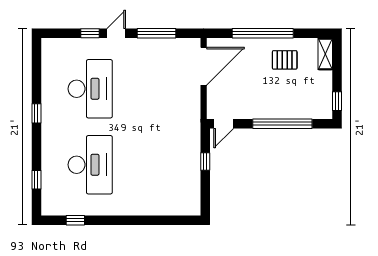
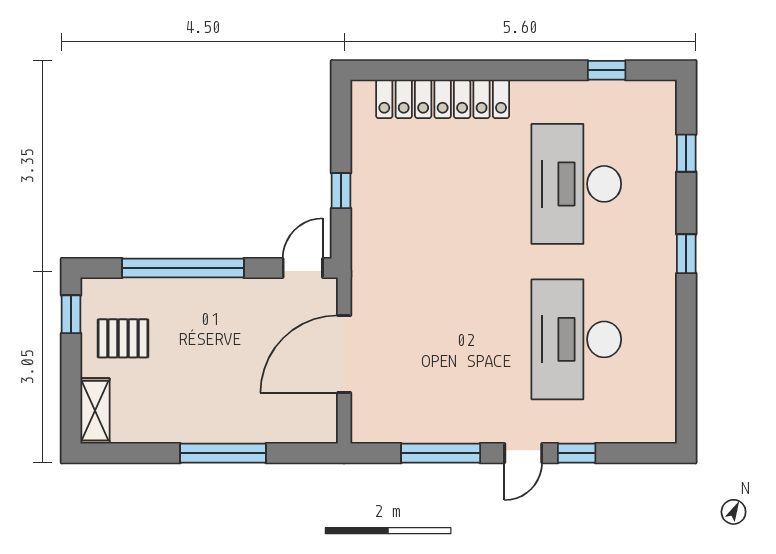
window: (263, 33) -> (223, 453), width x0.68
pallet: (285, 60) -> (123, 338), moved
door: (204, 66) -> (344, 354), moved
window: (36, 113) -> (686, 254), moved
locker: (155, 206) -> (443, 99), added

